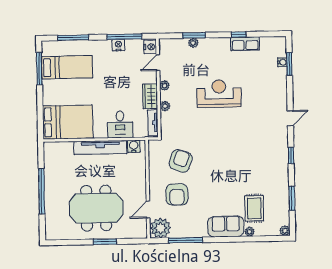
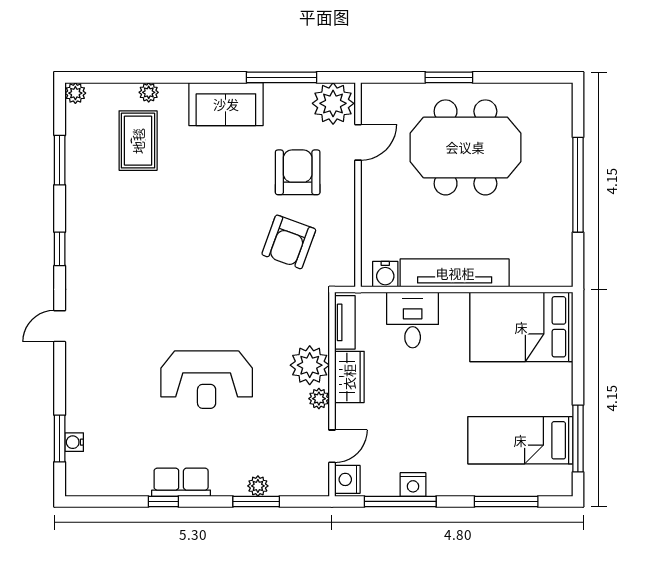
row of seats: (245, 44) -> (181, 482), moved
plant: (165, 106) -> (310, 365), width x1.87, depth x1.87
sofa: (226, 226) -> (226, 104), moved

